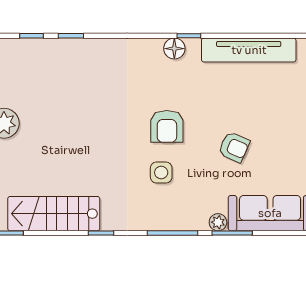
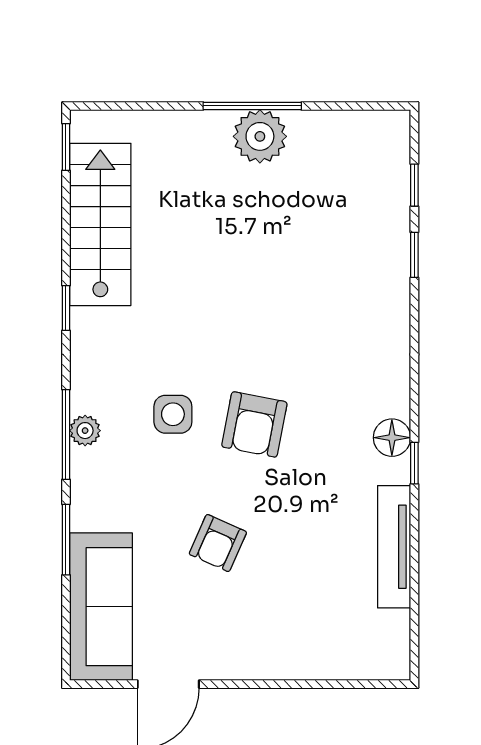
tv unit: (249, 50) -> (394, 547), width x0.73, depth x0.78
armchair: (167, 126) -> (254, 424), turned -79
plant: (218, 222) -> (85, 431), moved

